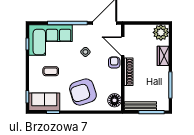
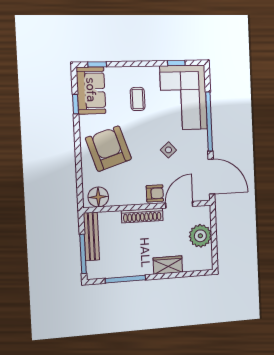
plant: (161, 32) -> (200, 236), moved

